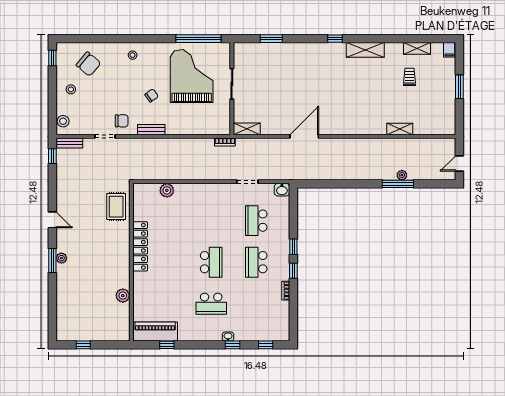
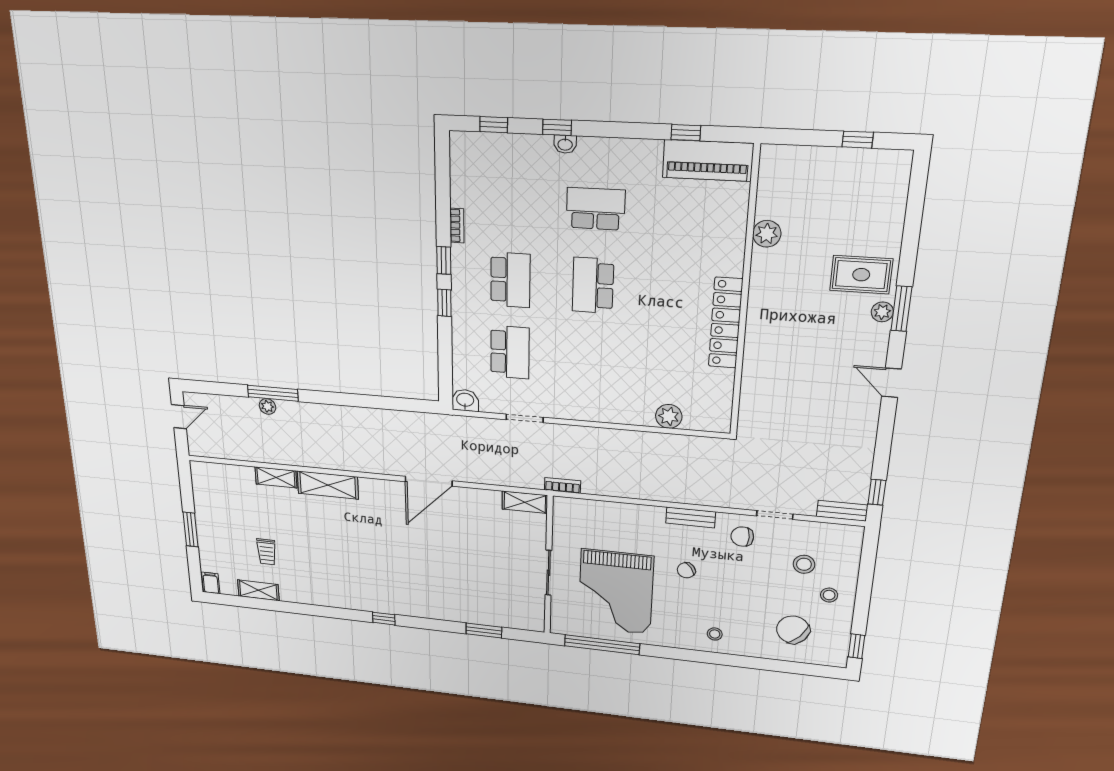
shelving: (365, 50) -> (328, 485), moved
stool: (63, 121) -> (804, 564), moved
rug: (116, 207) -> (861, 275), moved, turned 90

